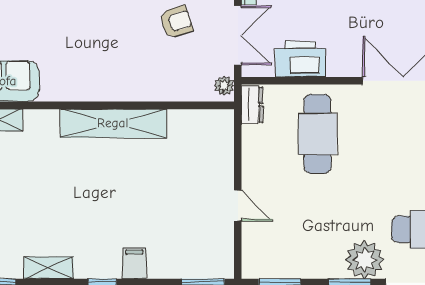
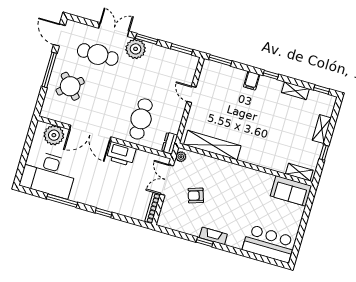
printer: (300, 59) -> (121, 154), moved
shelving: (113, 123) -> (212, 145), moved

